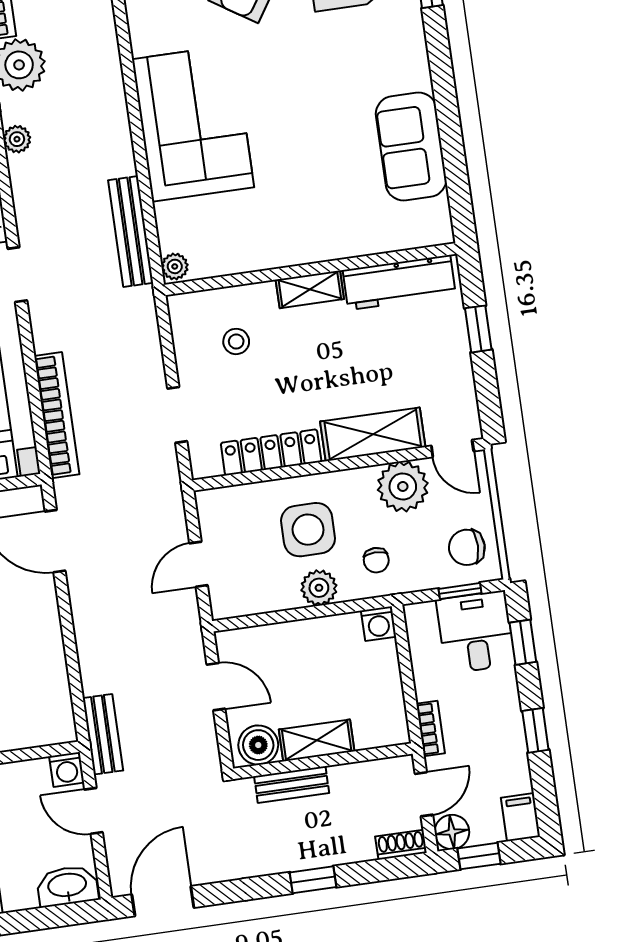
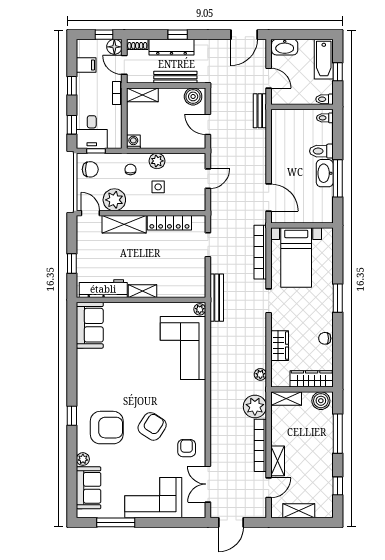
corner sofa: (193, 123) -> (183, 348), moved
sofa: (411, 147) -> (90, 325), moved
bench: (131, 232) -> (217, 298), moved
doorway: (17, 275) -> (269, 301), moved
stool: (236, 341) -> (178, 273), removed
side table: (308, 530) -> (158, 187), width x0.54, depth x0.54
shelving: (317, 740) -> (142, 95), moved
washing machine: (67, 769) -> (278, 98), removed
bench: (292, 785) -> (175, 77), width x1.36
door: (424, 794) -> (124, 65), hinge flipped
filing cabinet: (520, 817) -> (86, 65), moved, turned -90
dresser: (323, 849) -> (172, 47), added

